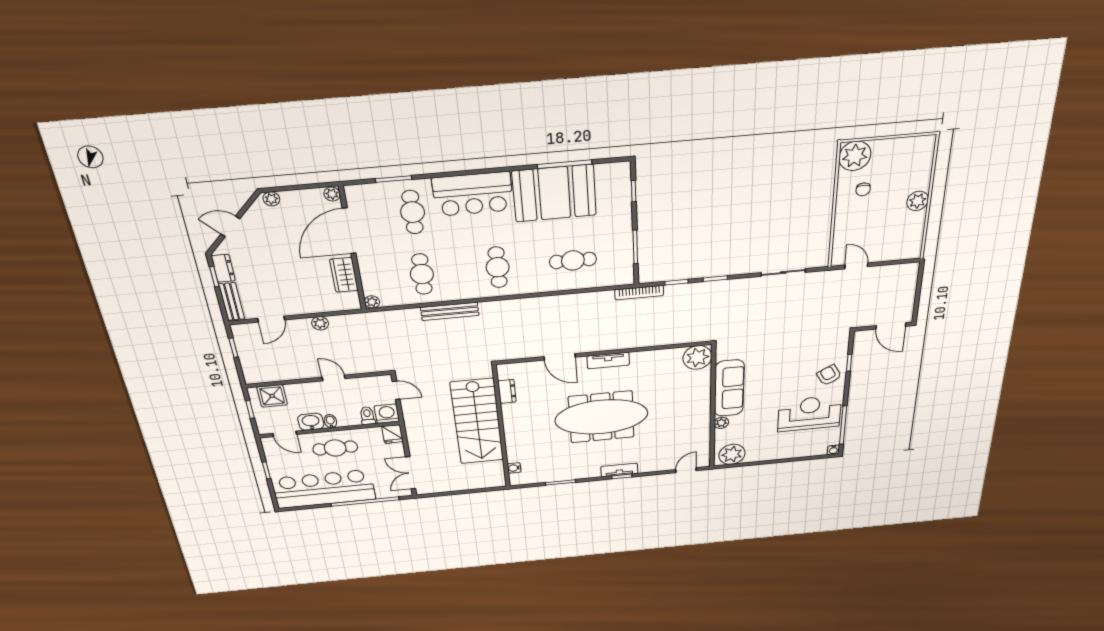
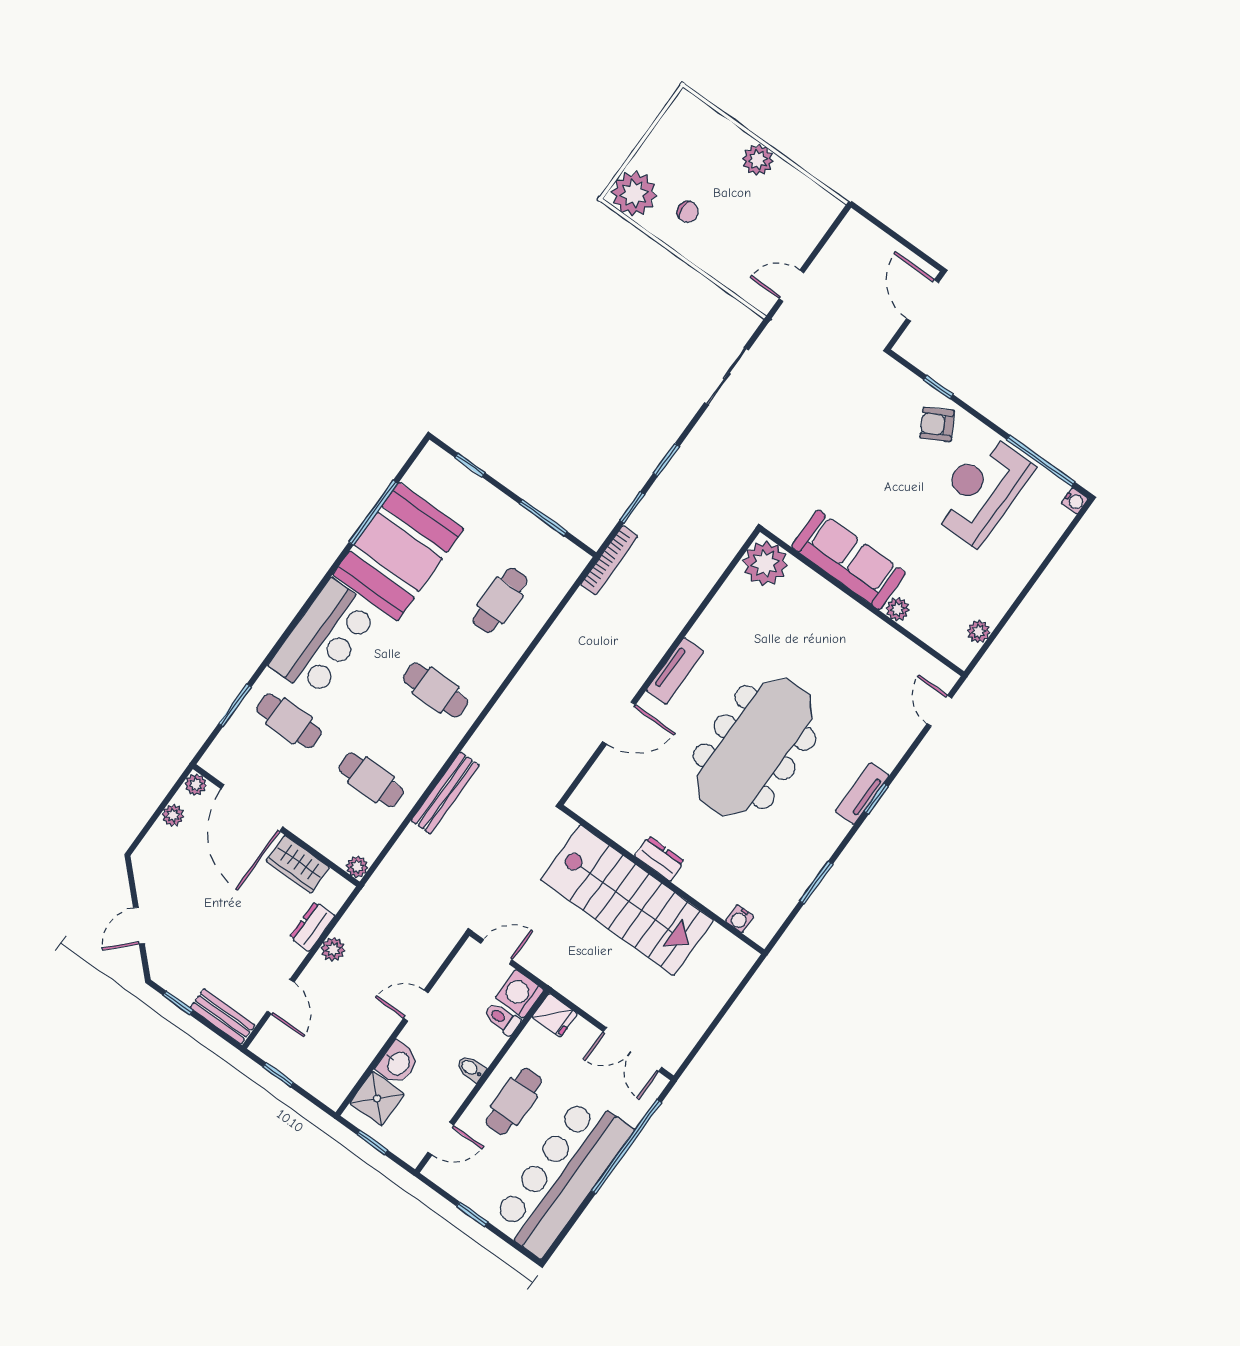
plant: (271, 199) -> (173, 815), moved
dresser: (223, 268) -> (312, 926), moved, turned -90
door: (891, 326) -> (923, 300), swing flipped
dresser: (507, 391) -> (659, 859), moved
washbasin: (311, 422) -> (398, 1063), moved, turned 180
plant: (732, 454) -> (979, 632), width x0.53, depth x0.53

